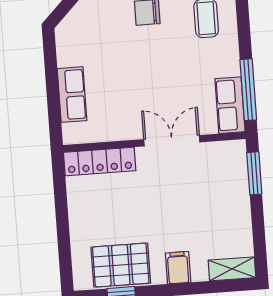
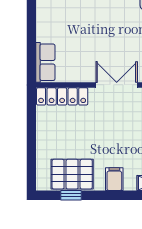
row of seats: (72, 95) -> (45, 62), moved

